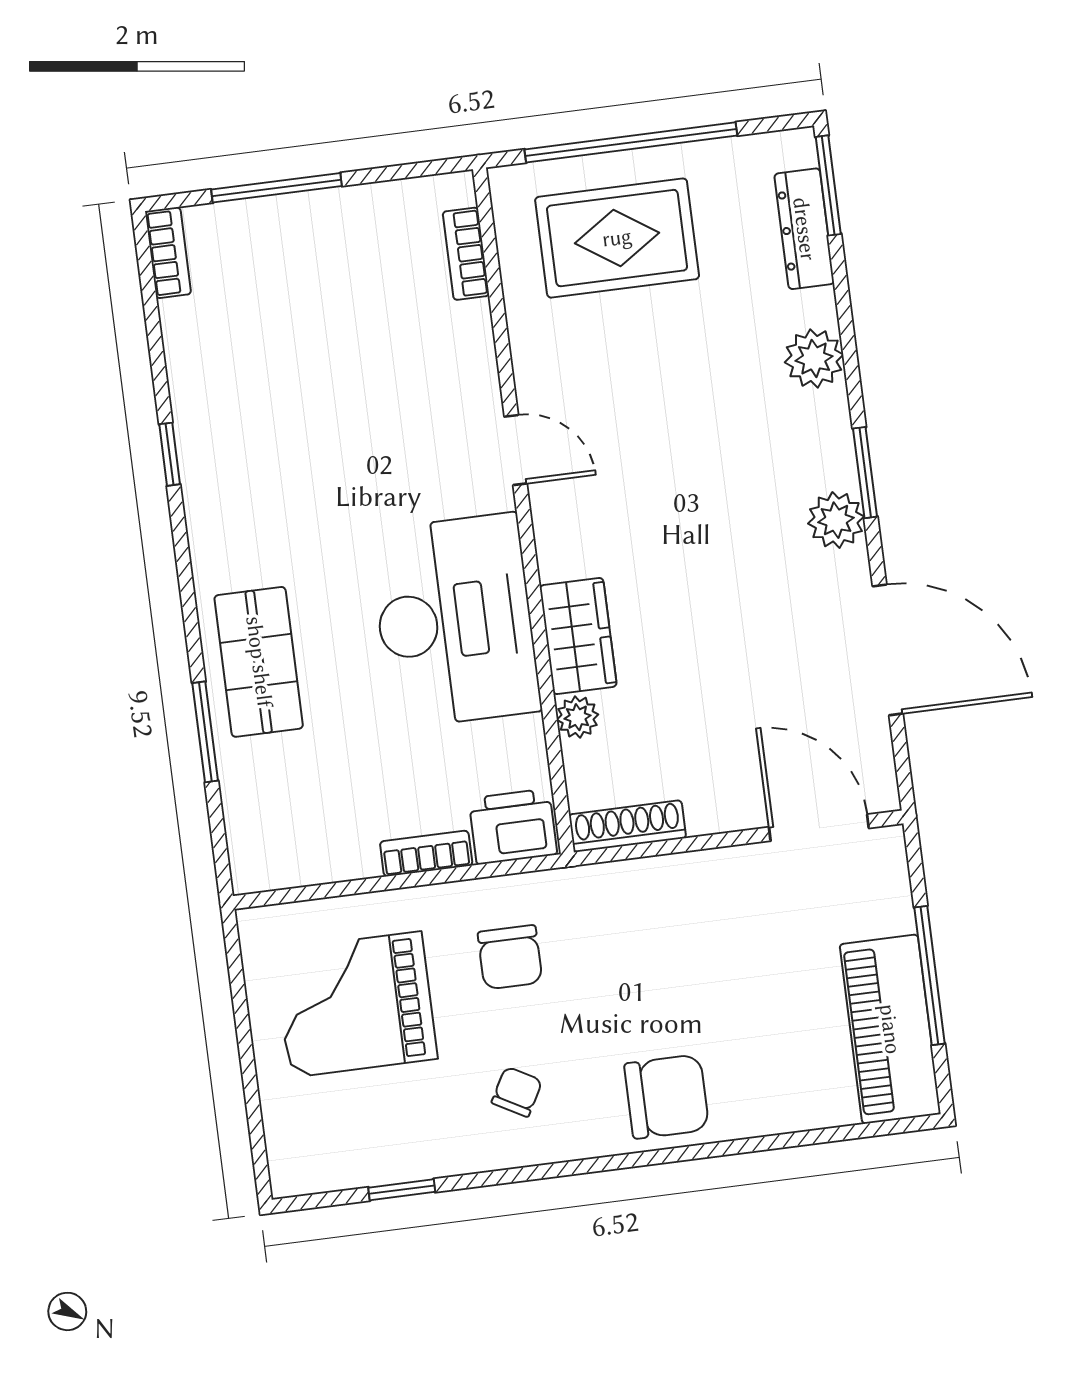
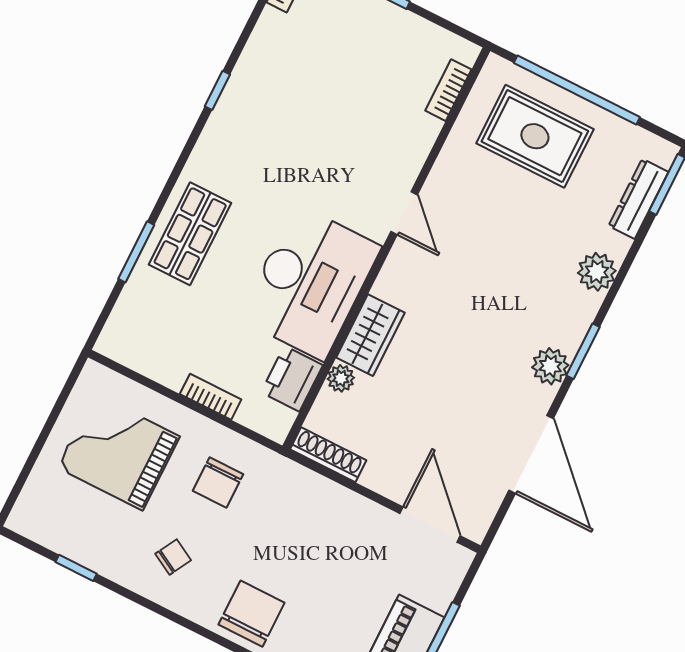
printer: (513, 827) -> (292, 379), moved, turned -90
chair: (667, 1097) -> (252, 614), turned -90

